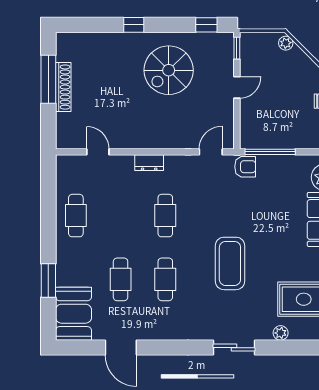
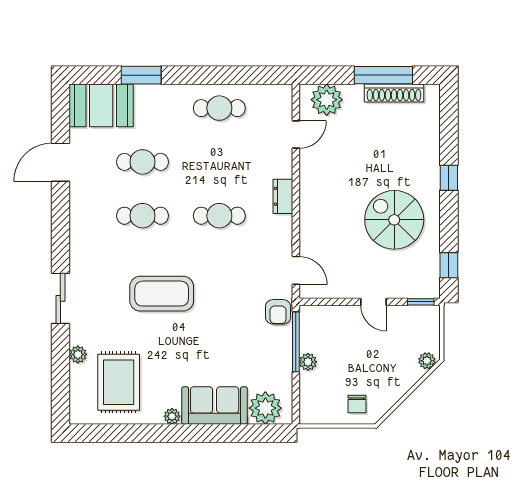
shoe rack: (63, 87) -> (394, 93), moved
plant: (69, 126) -> (327, 100), added
plant: (287, 142) -> (308, 362), added

